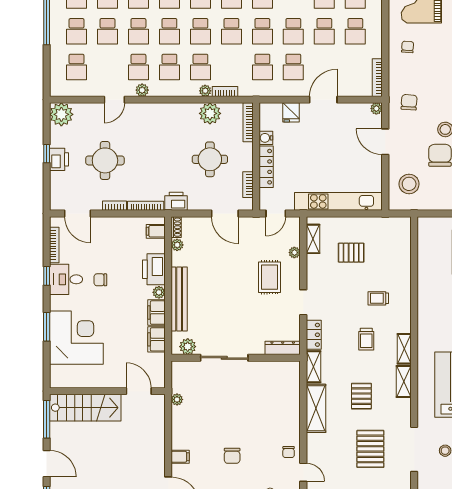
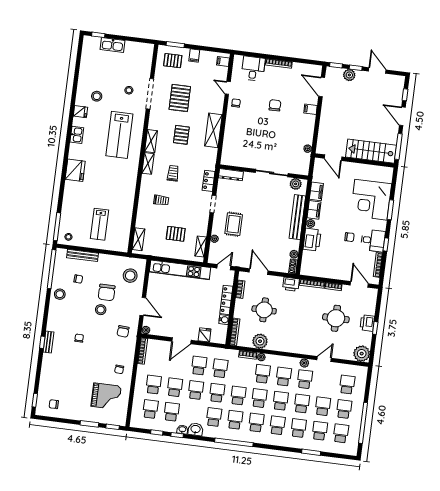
filing cabinet: (156, 231) -> (307, 265), removed
shelving: (313, 367) -> (138, 239), moved

